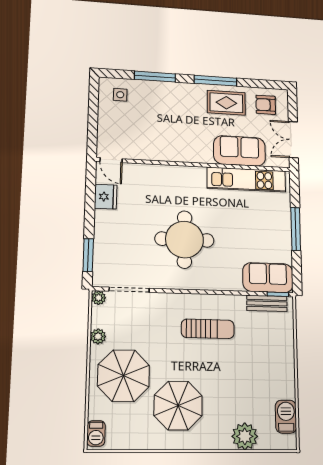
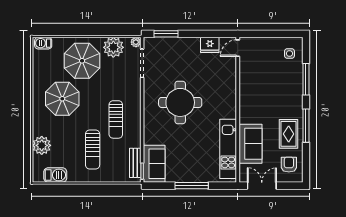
plant: (98, 336) -> (113, 47), width x1.87, depth x1.87
sun lounger: (250, 362) -> (93, 149), added

